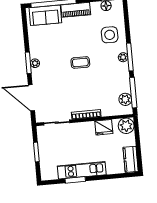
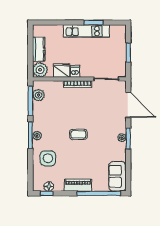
sofa: (45, 15) -> (117, 176), moved, turned -90
dishwasher: (90, 127) -> (75, 71), added
kitchen counter: (131, 159) -> (39, 49), moved

